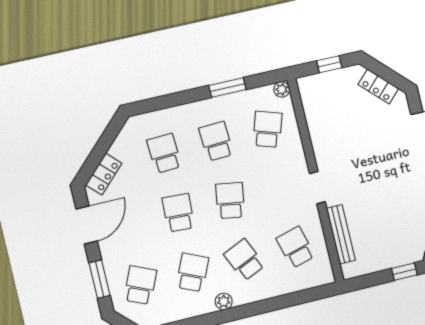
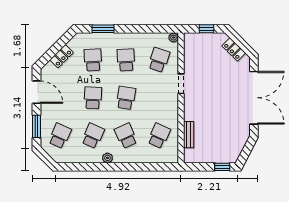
window: (227, 87) -> (103, 29), moved
locker: (104, 174) -> (62, 56), moved
doorway: (317, 188) -> (181, 84), moved
door: (87, 225) -> (37, 92), hinge flipped
bench: (341, 234) -> (189, 135), width x0.73
school desk: (296, 247) -> (159, 136), turned 39

